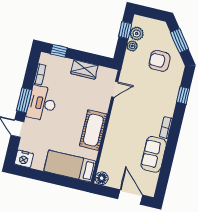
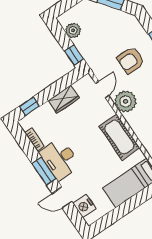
window: (125, 30) -> (74, 55), moved
plant: (132, 46) -> (126, 101), moved, width x1.88, depth x1.88
armchair: (159, 61) -> (131, 60), moved
nightstand: (24, 159) -> (84, 206), moved, turned 90

